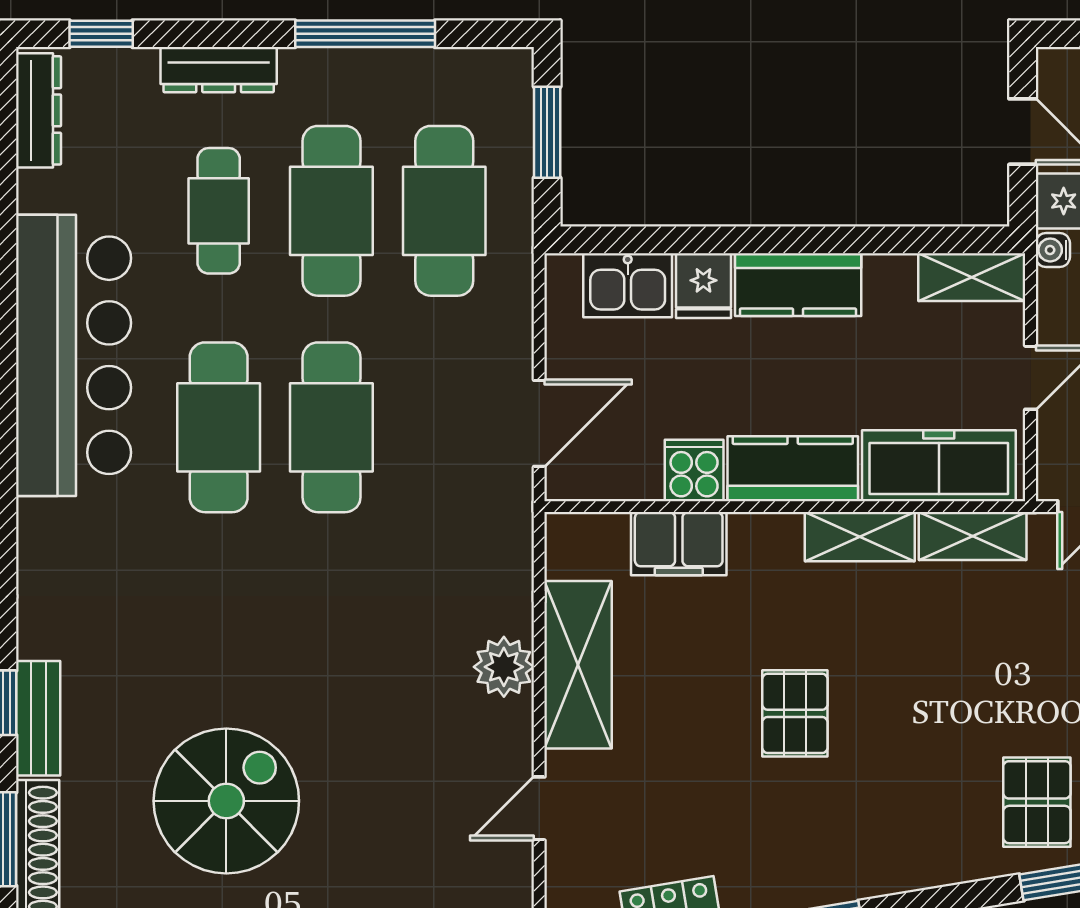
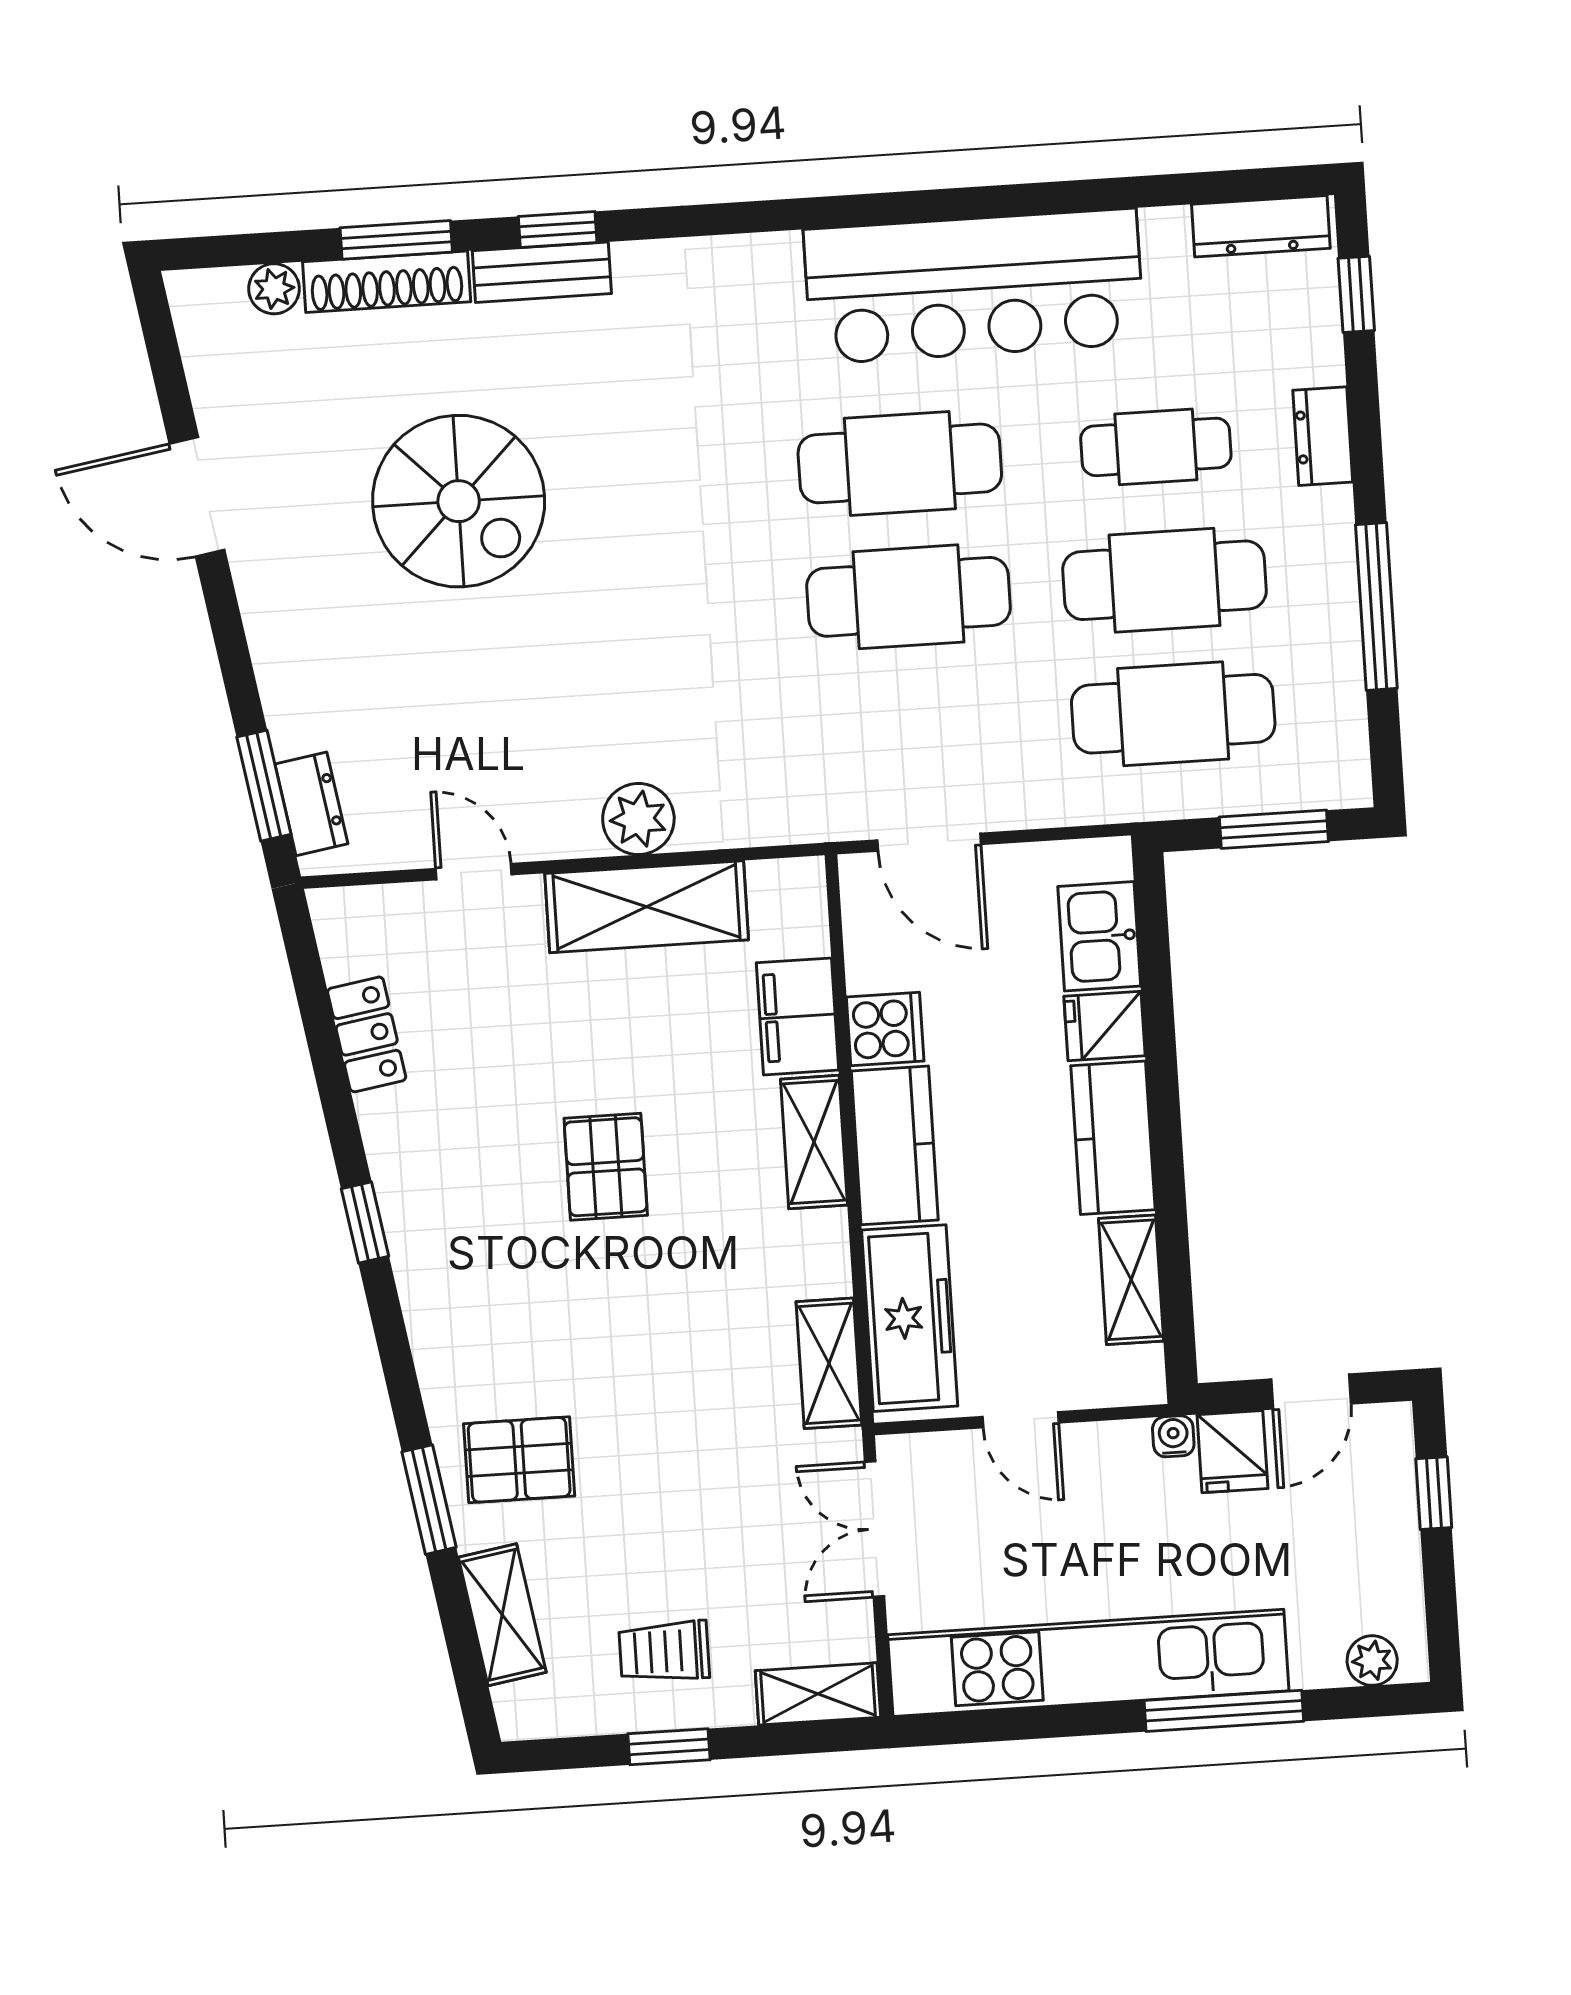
dresser: (219, 70) -> (1323, 436), width x0.70
shelving: (972, 277) -> (1131, 1280), moved
shelving: (860, 537) -> (814, 1142), moved
pallet: (795, 713) -> (606, 1167), turned 90

